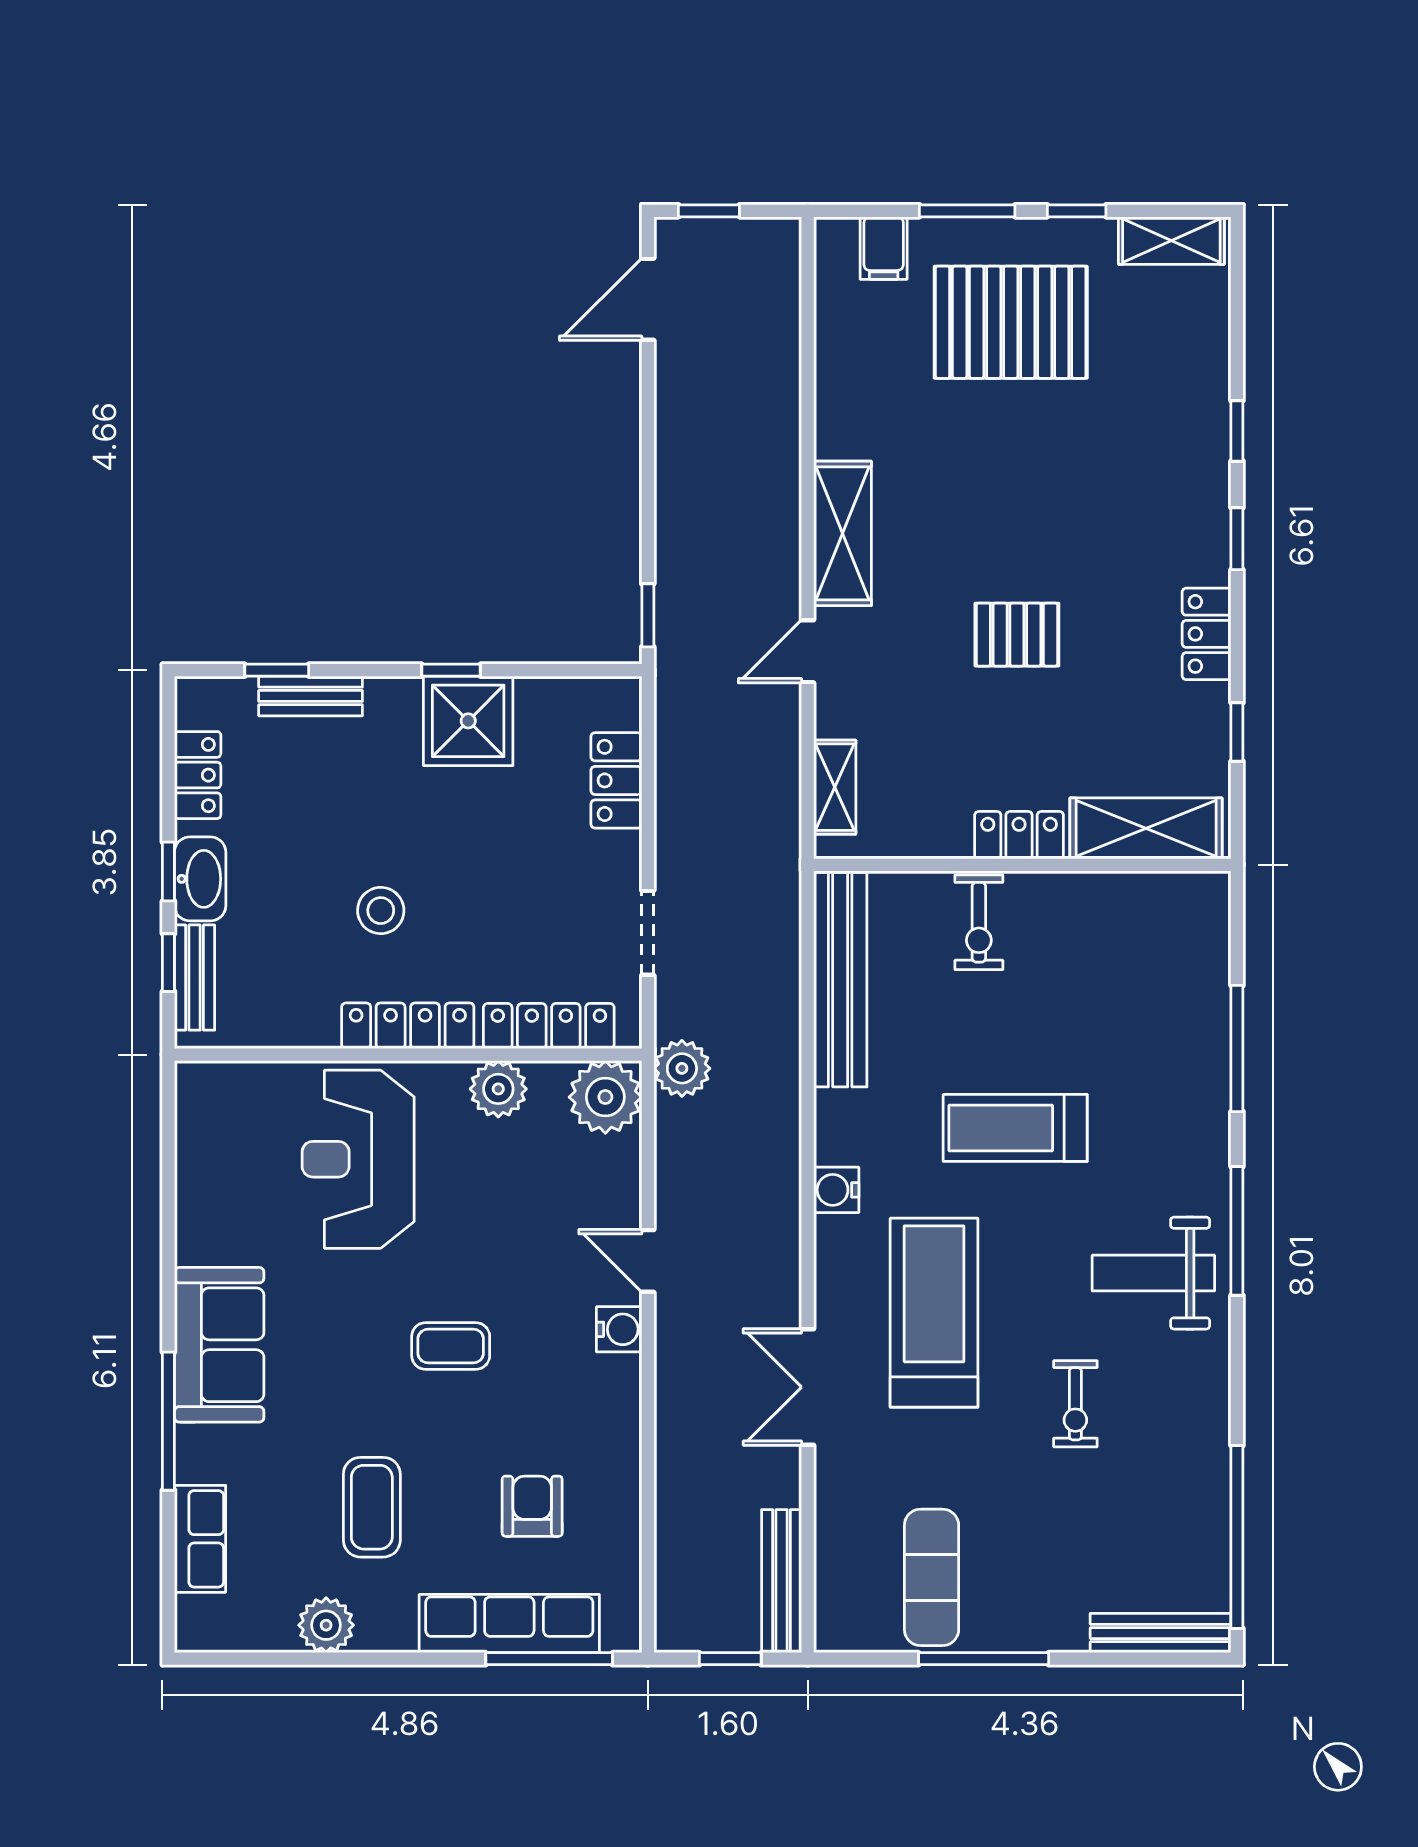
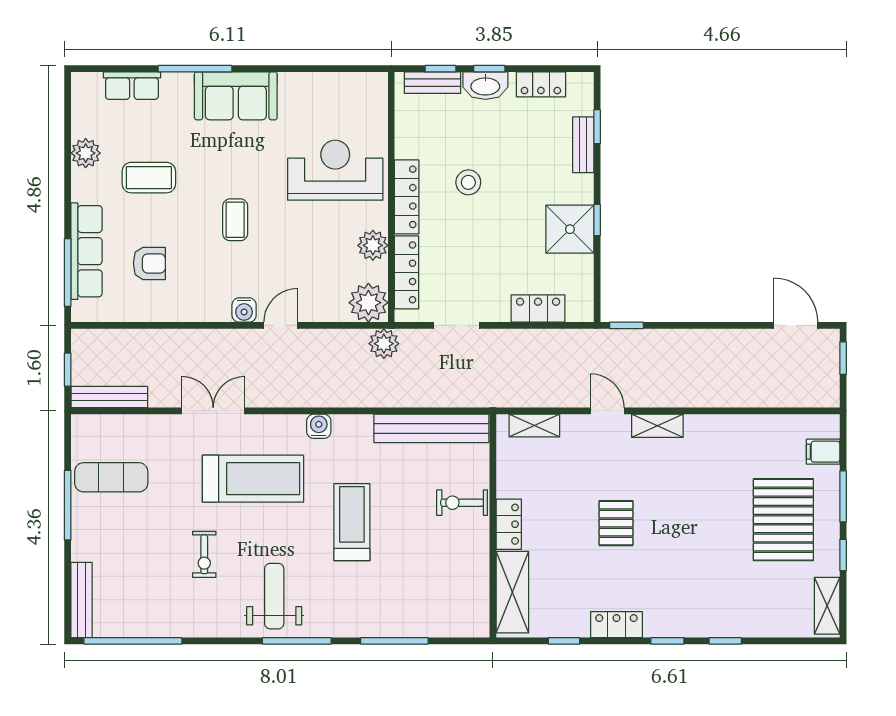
shelving: (842, 533) -> (657, 426), width x0.67, depth x0.75
exercise bike: (1075, 1404) -> (204, 554), turned -90

